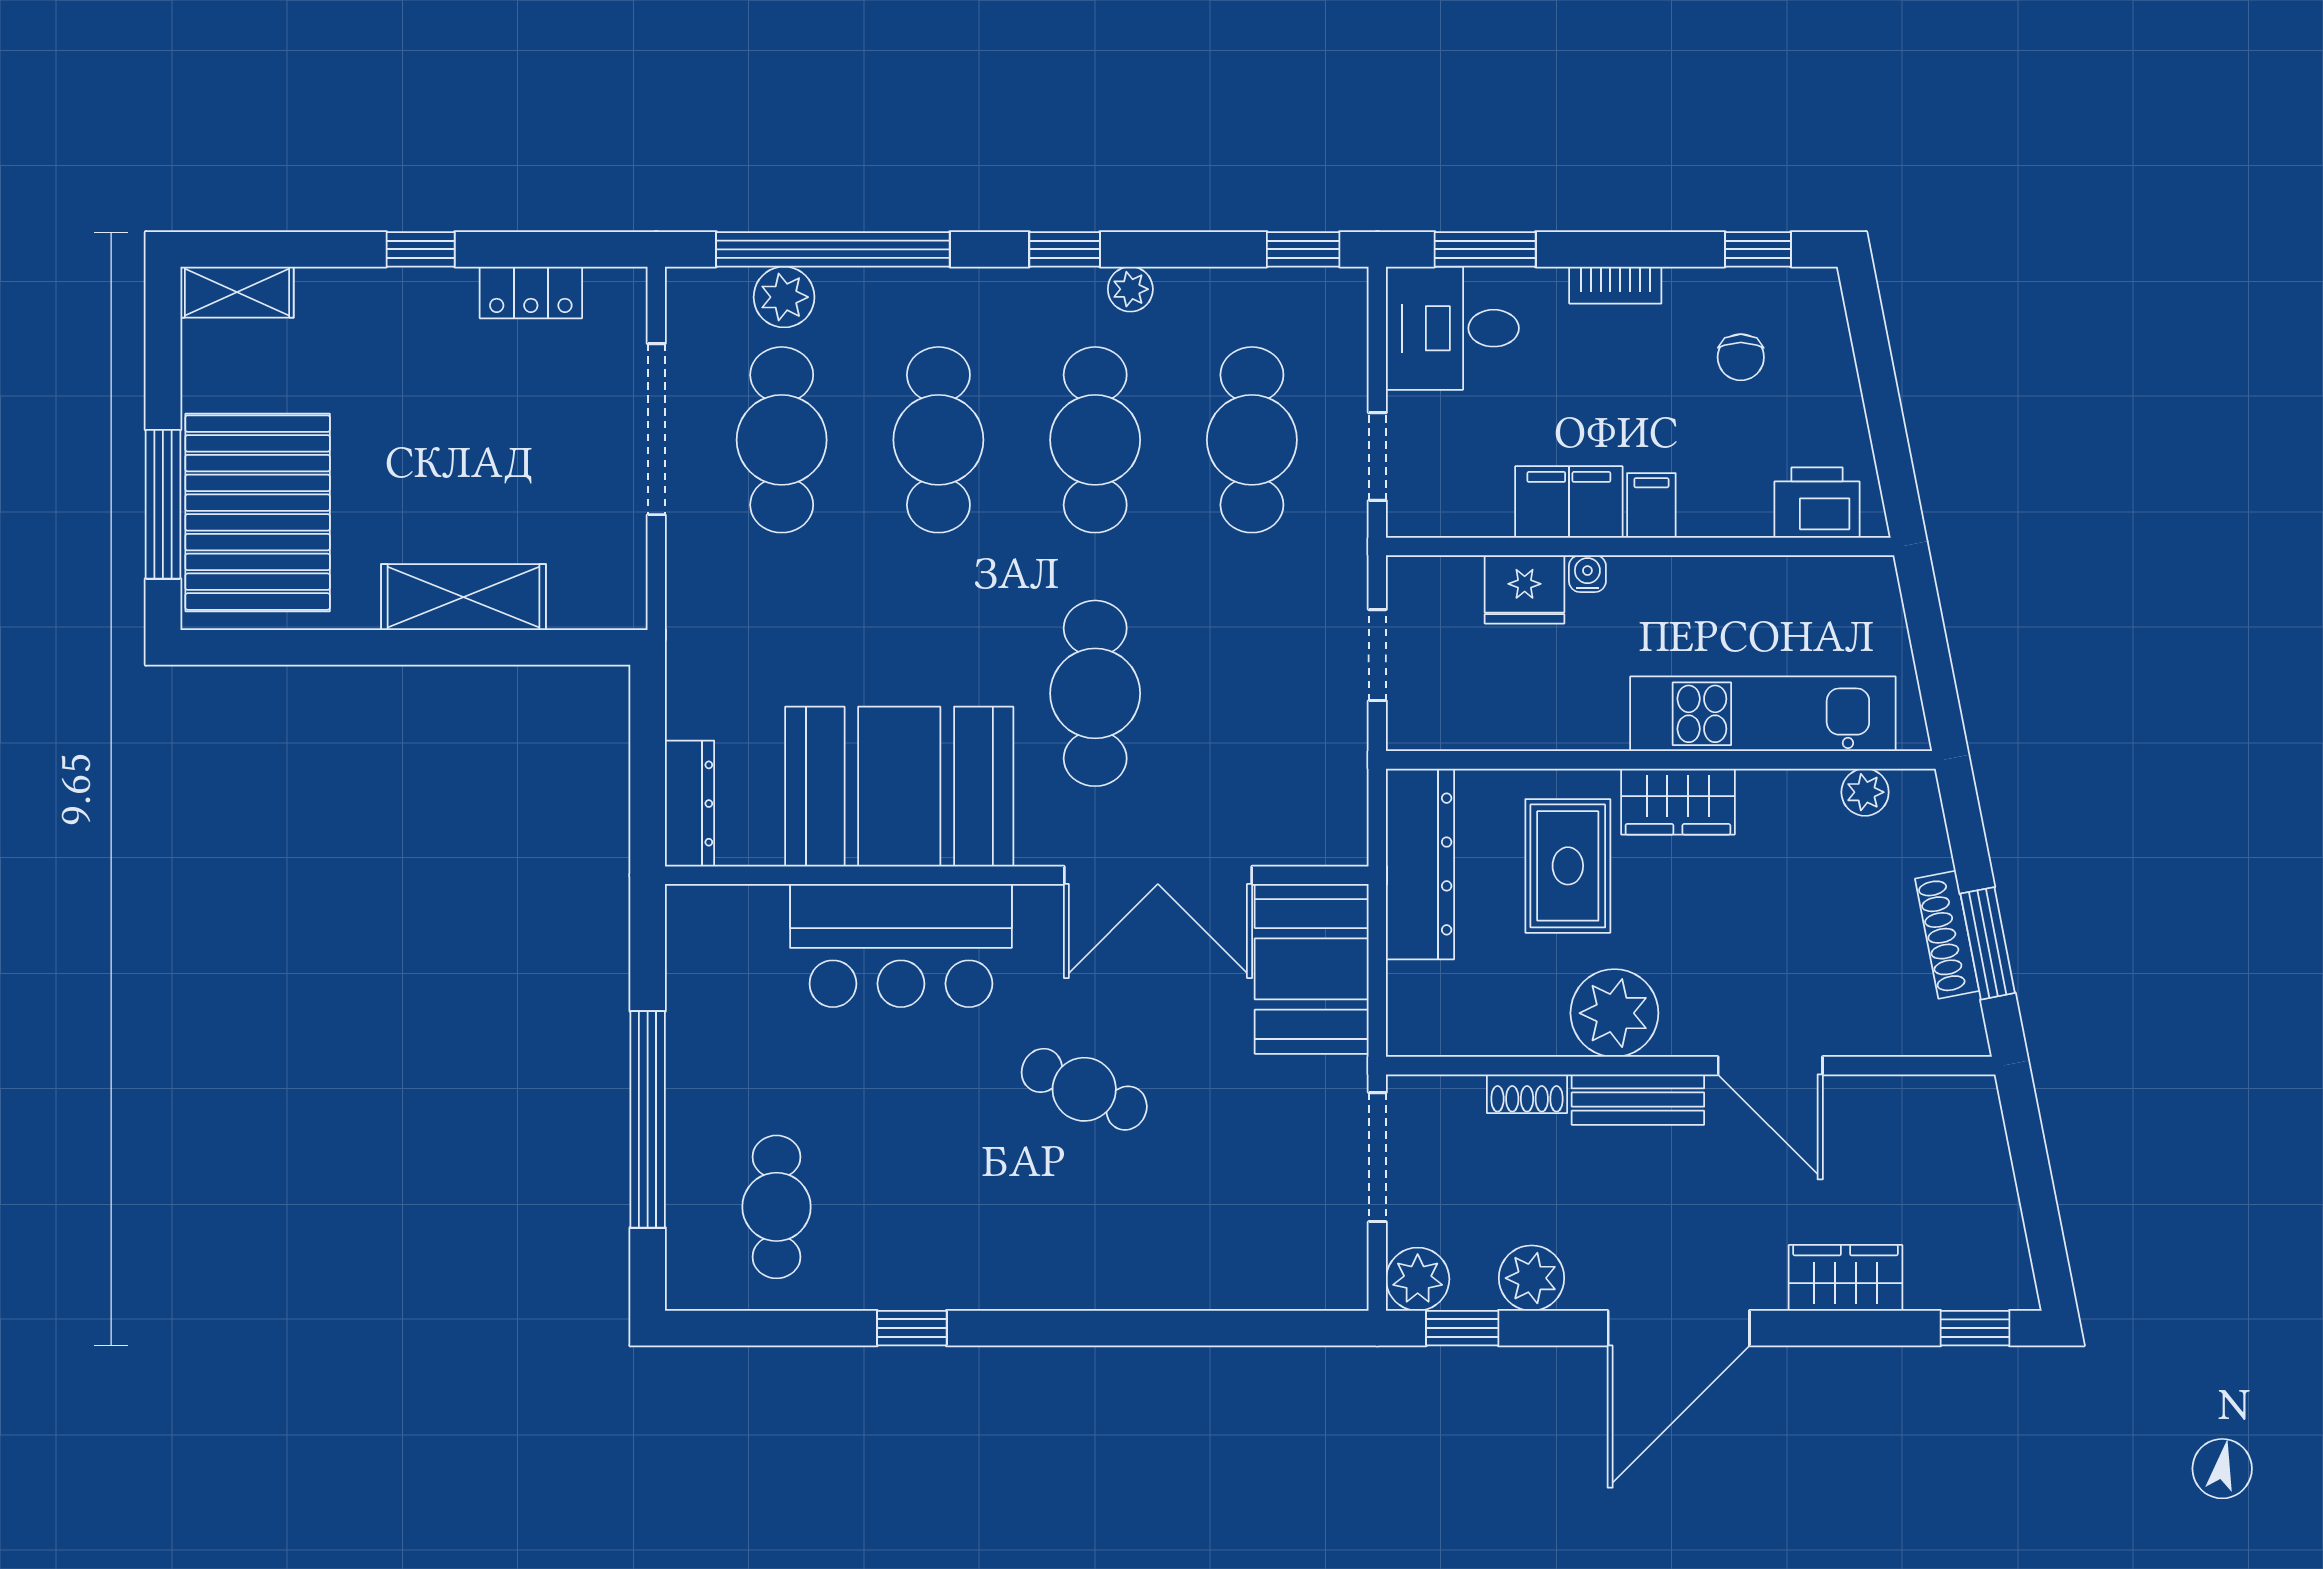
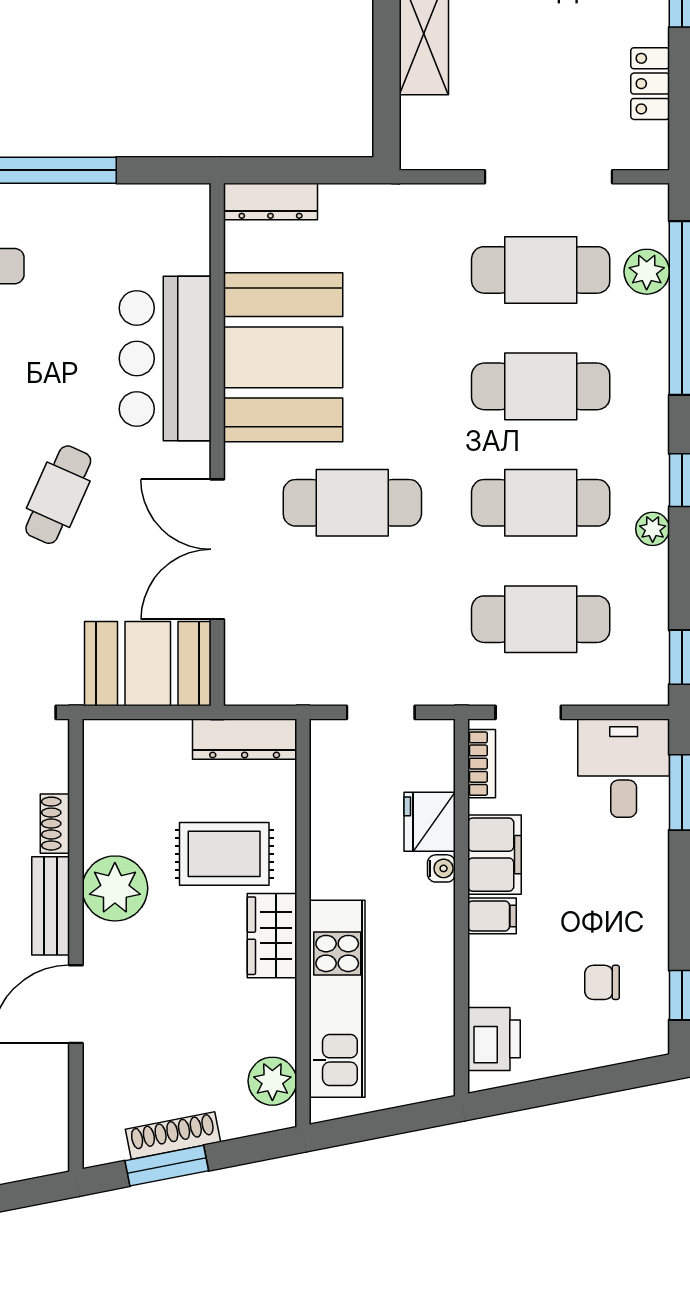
bookcase: (1615, 285) -> (482, 764), moved, turned 180
plant: (1865, 792) -> (272, 1081), width x1.38, depth x1.38
dresser: (1420, 864) -> (245, 739), width x0.73, depth x0.80

